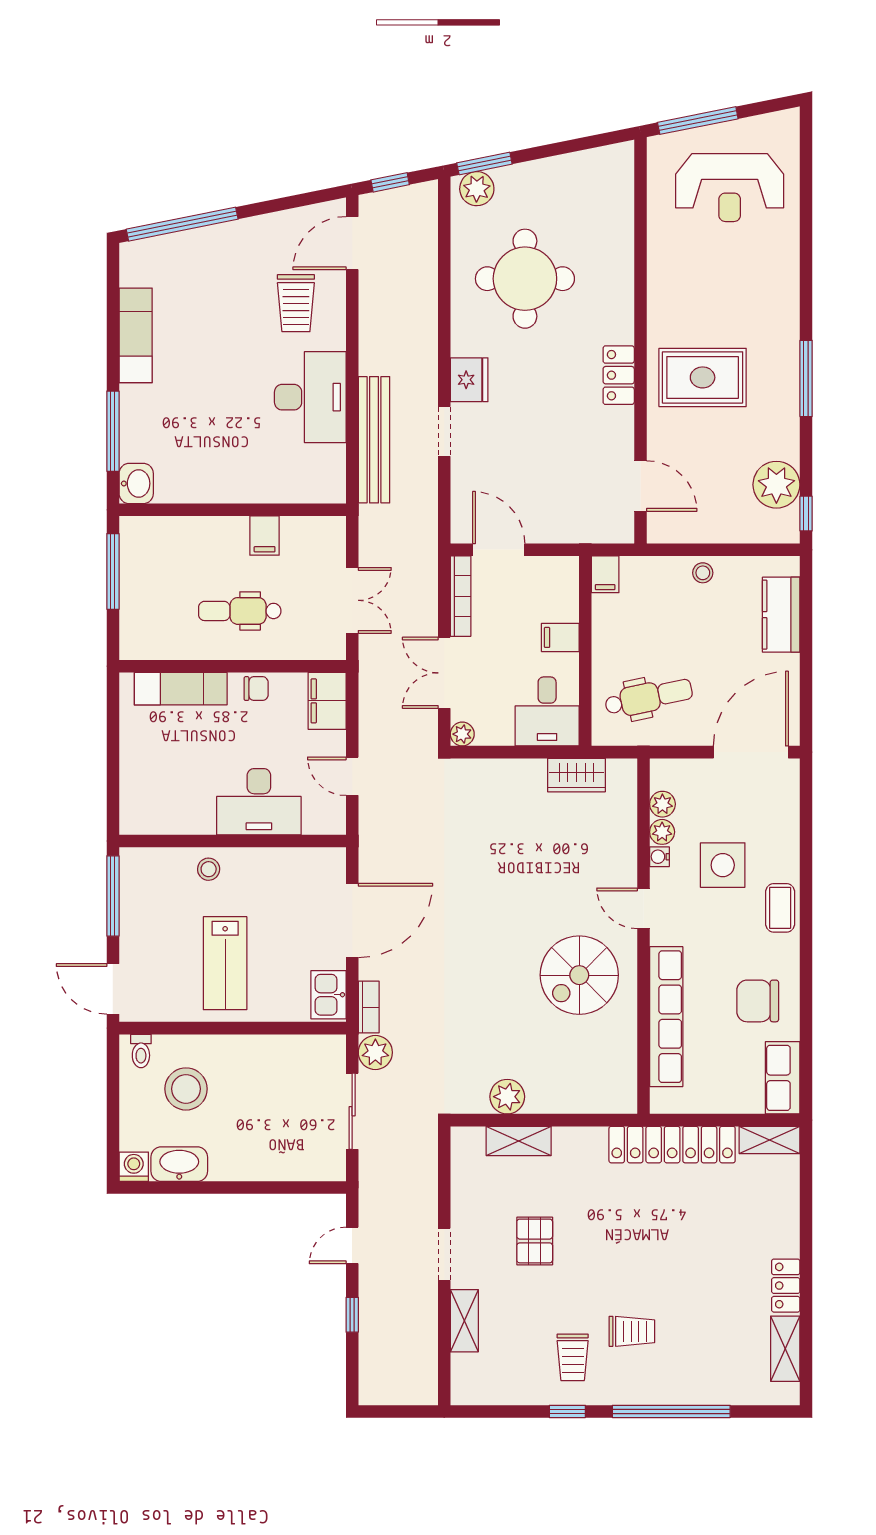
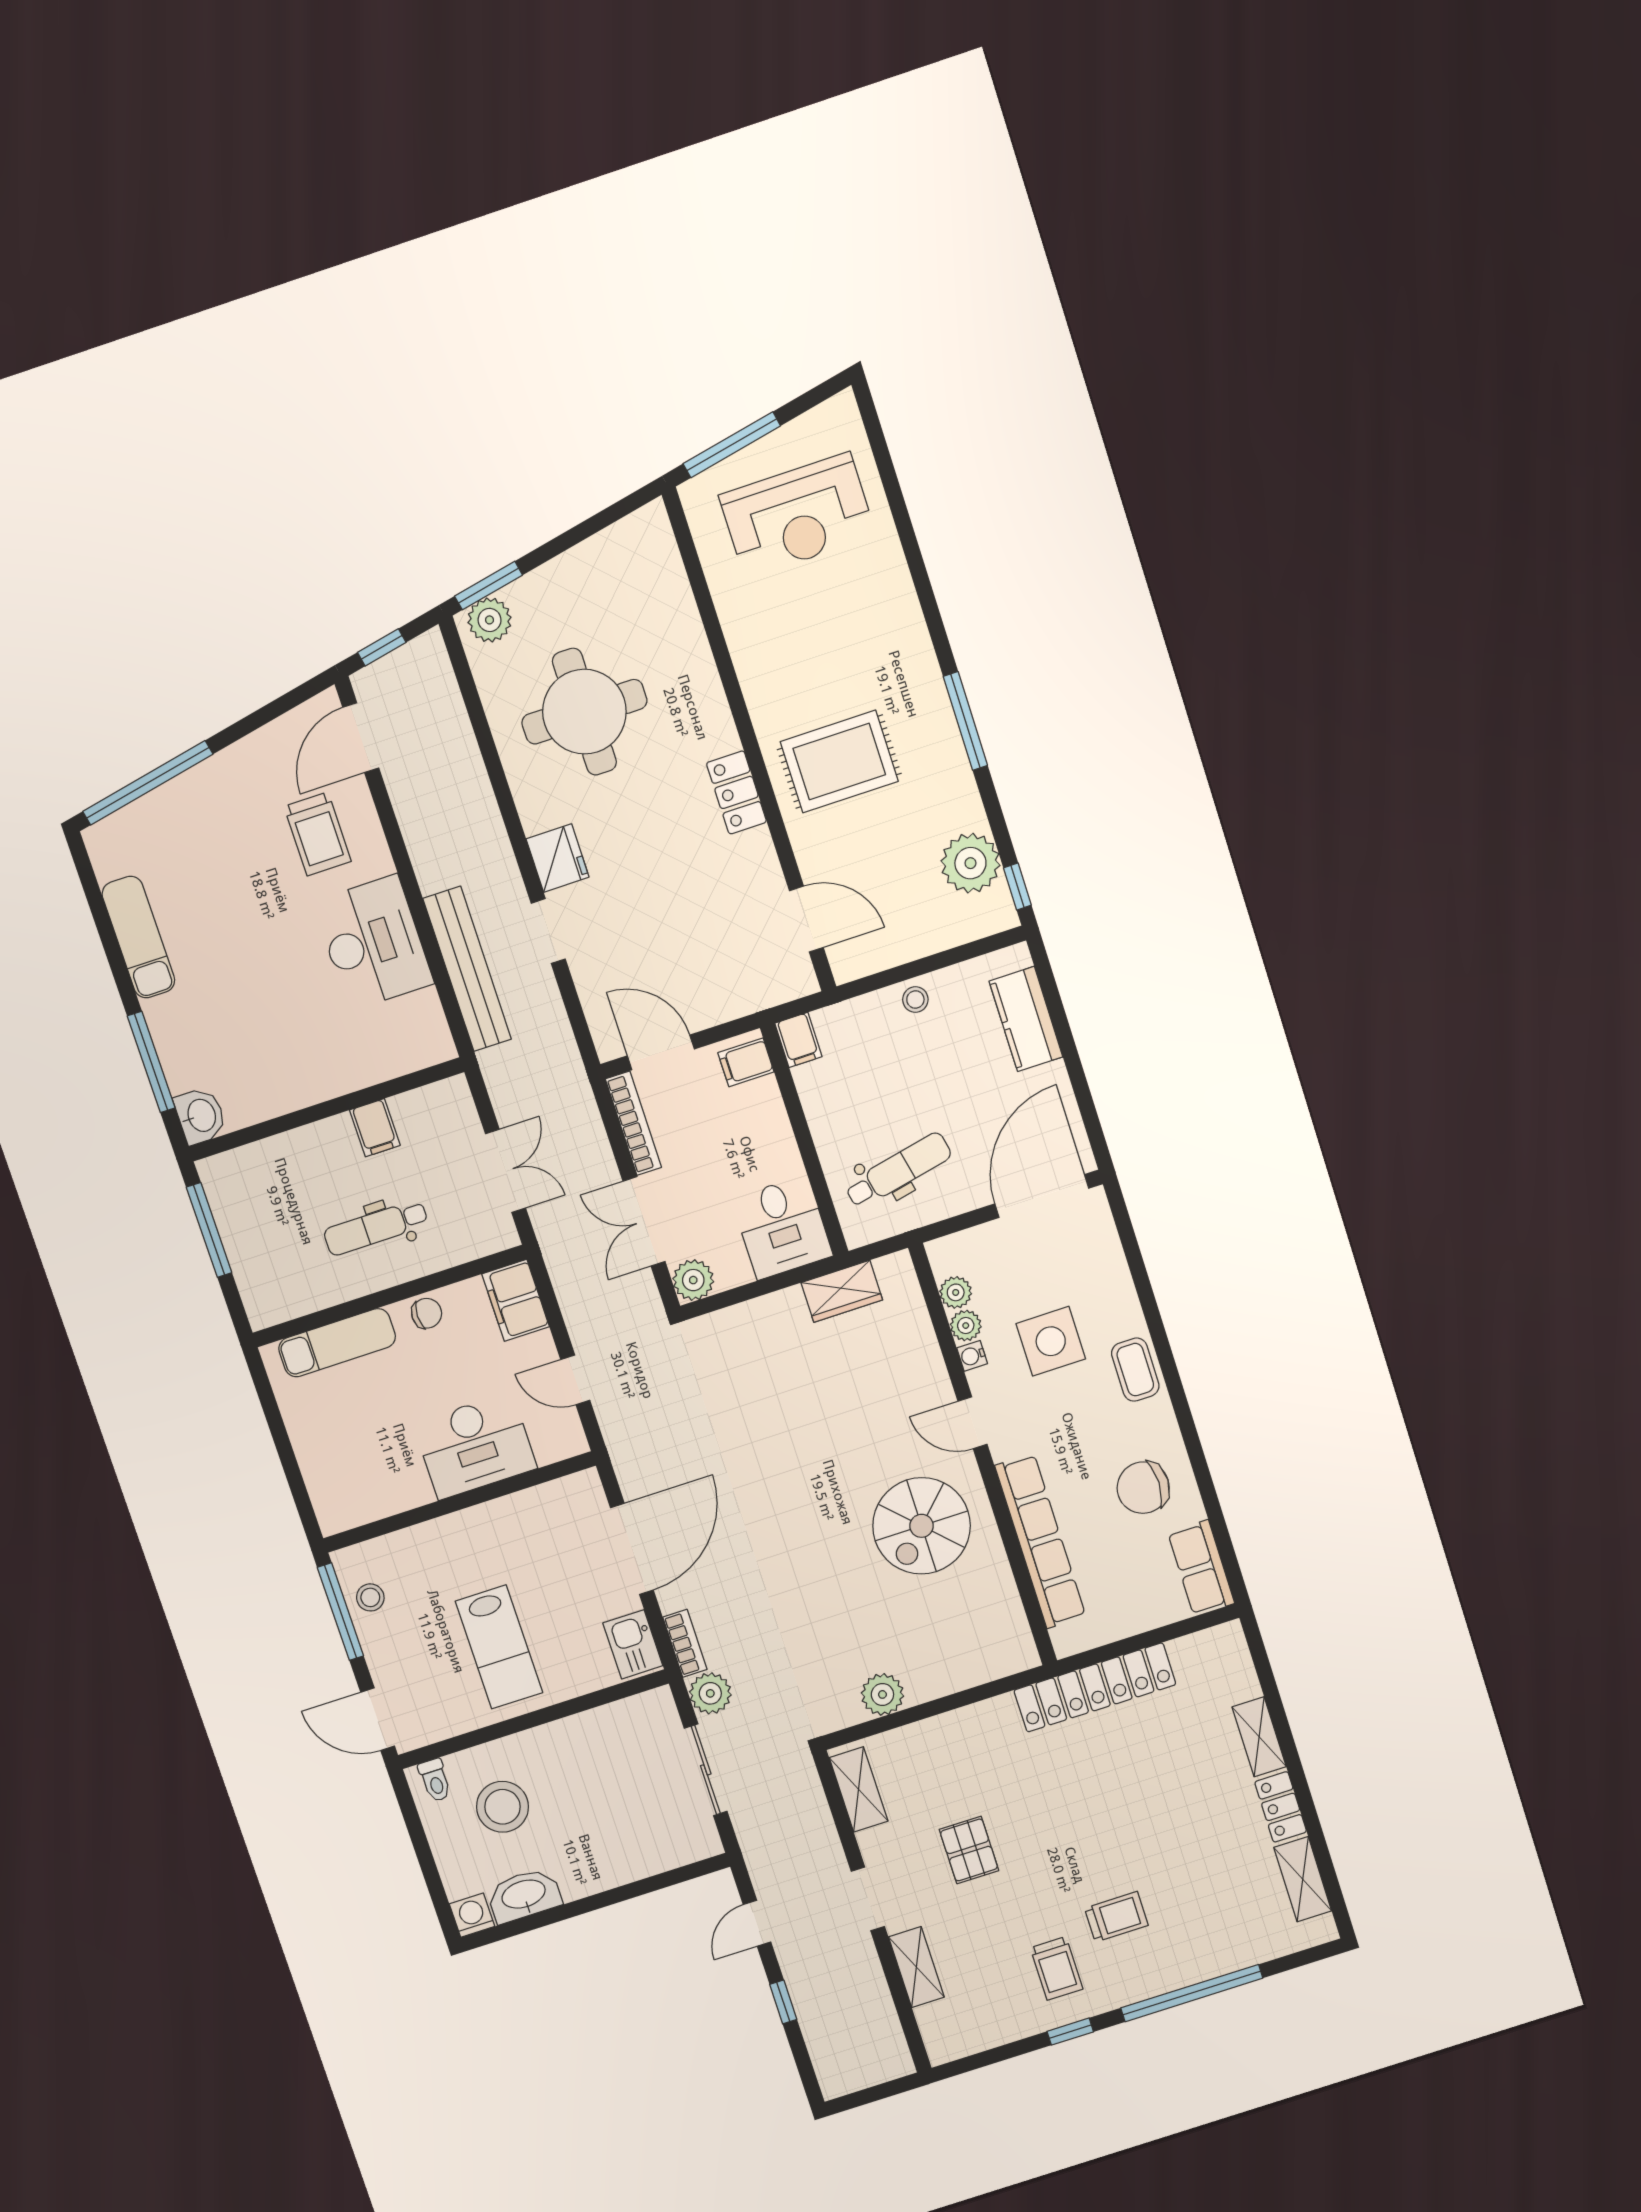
filing cabinet: (560, 637) -> (746, 1062), moved
plant: (462, 734) -> (693, 1280), width x1.38, depth x1.38
stool: (209, 869) -> (370, 1597), moved
shelving: (770, 1140) -> (1259, 1737), moved, turned 90
shelving: (519, 1141) -> (859, 1789), moved, turned 90

